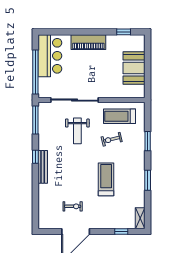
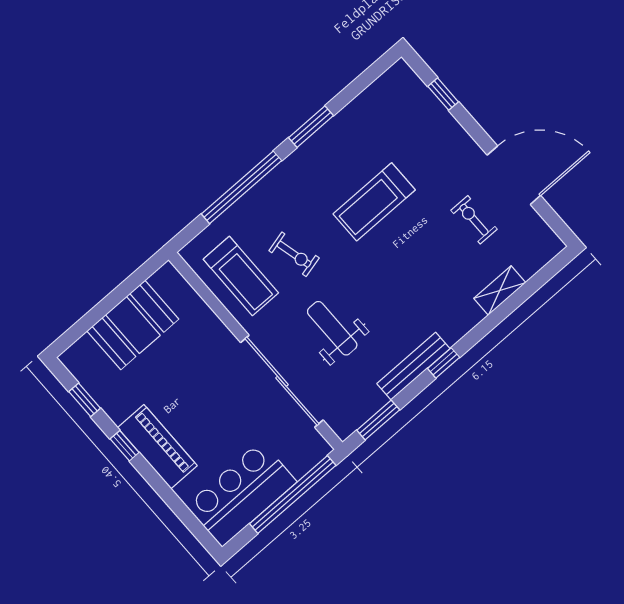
window: (98, 32) -> (125, 446), added
window: (35, 120) -> (378, 420), width x0.69
weight bench: (77, 131) -> (332, 328), turned -90
window: (148, 141) -> (241, 187), width x2.11
bench: (43, 167) -> (413, 366), moved
shelving: (140, 218) -> (500, 290), moved

